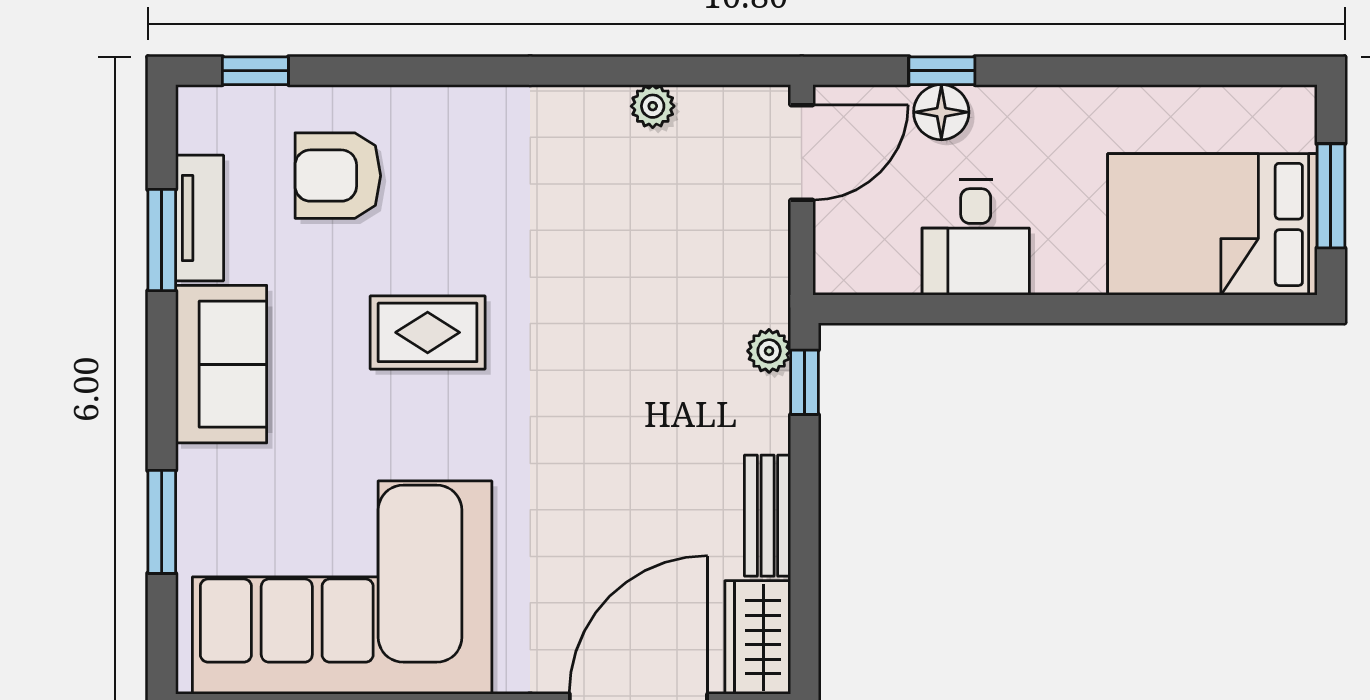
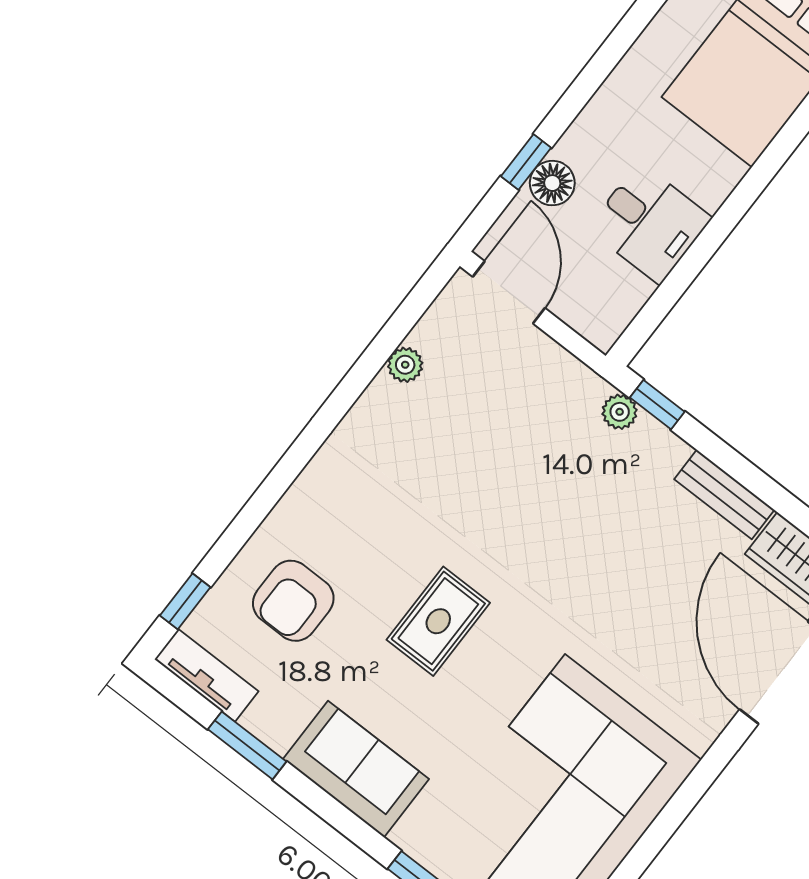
tv unit: (200, 218) -> (207, 675), moved

